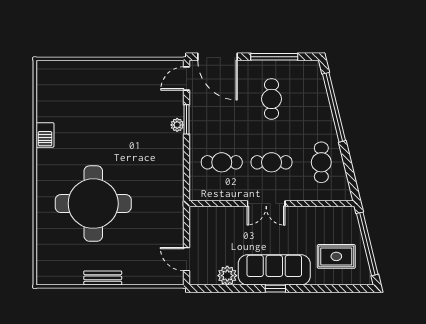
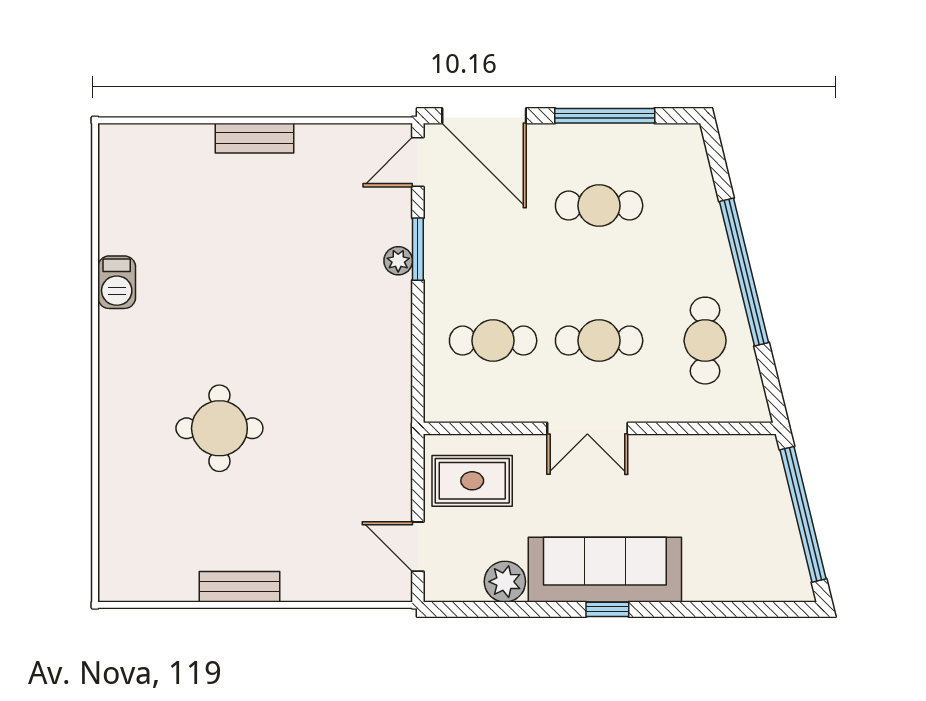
bench: (110, 67) -> (254, 138), added
cafe table: (271, 99) -> (599, 206), turned 90
window: (334, 107) -> (744, 272), moved
round table: (93, 204) -> (219, 428), width x0.54, depth x0.54
rug: (336, 256) -> (472, 481), moved

